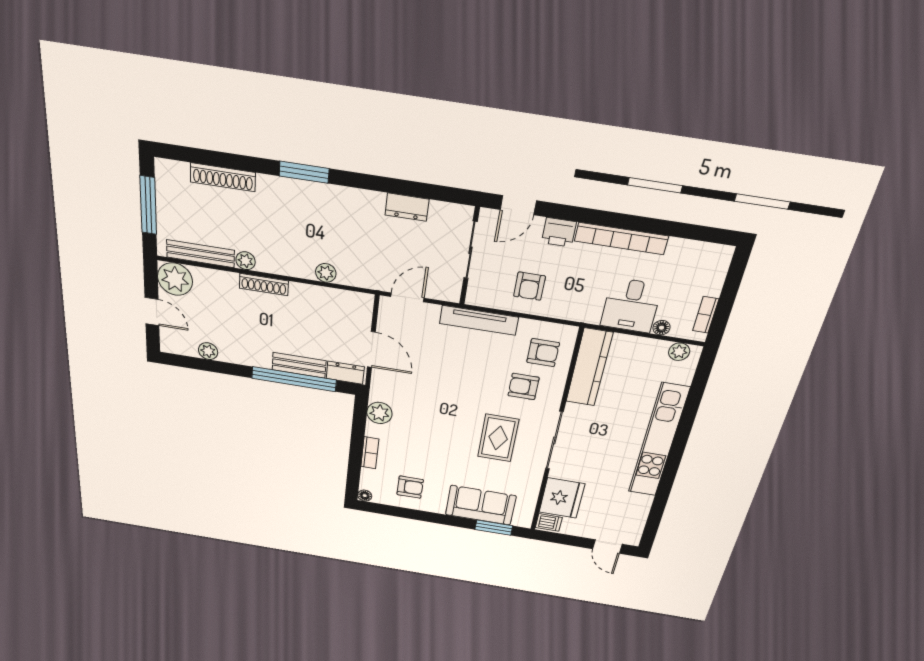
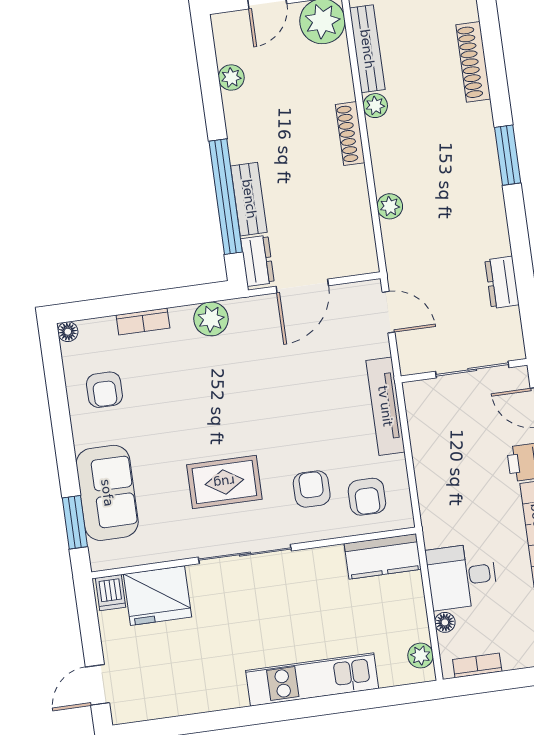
armchair: (529, 286) -> (449, 451), removed
kitchen counter: (589, 367) -> (383, 556), width x0.67
kitchen unit: (658, 441) -> (312, 679), width x0.73

